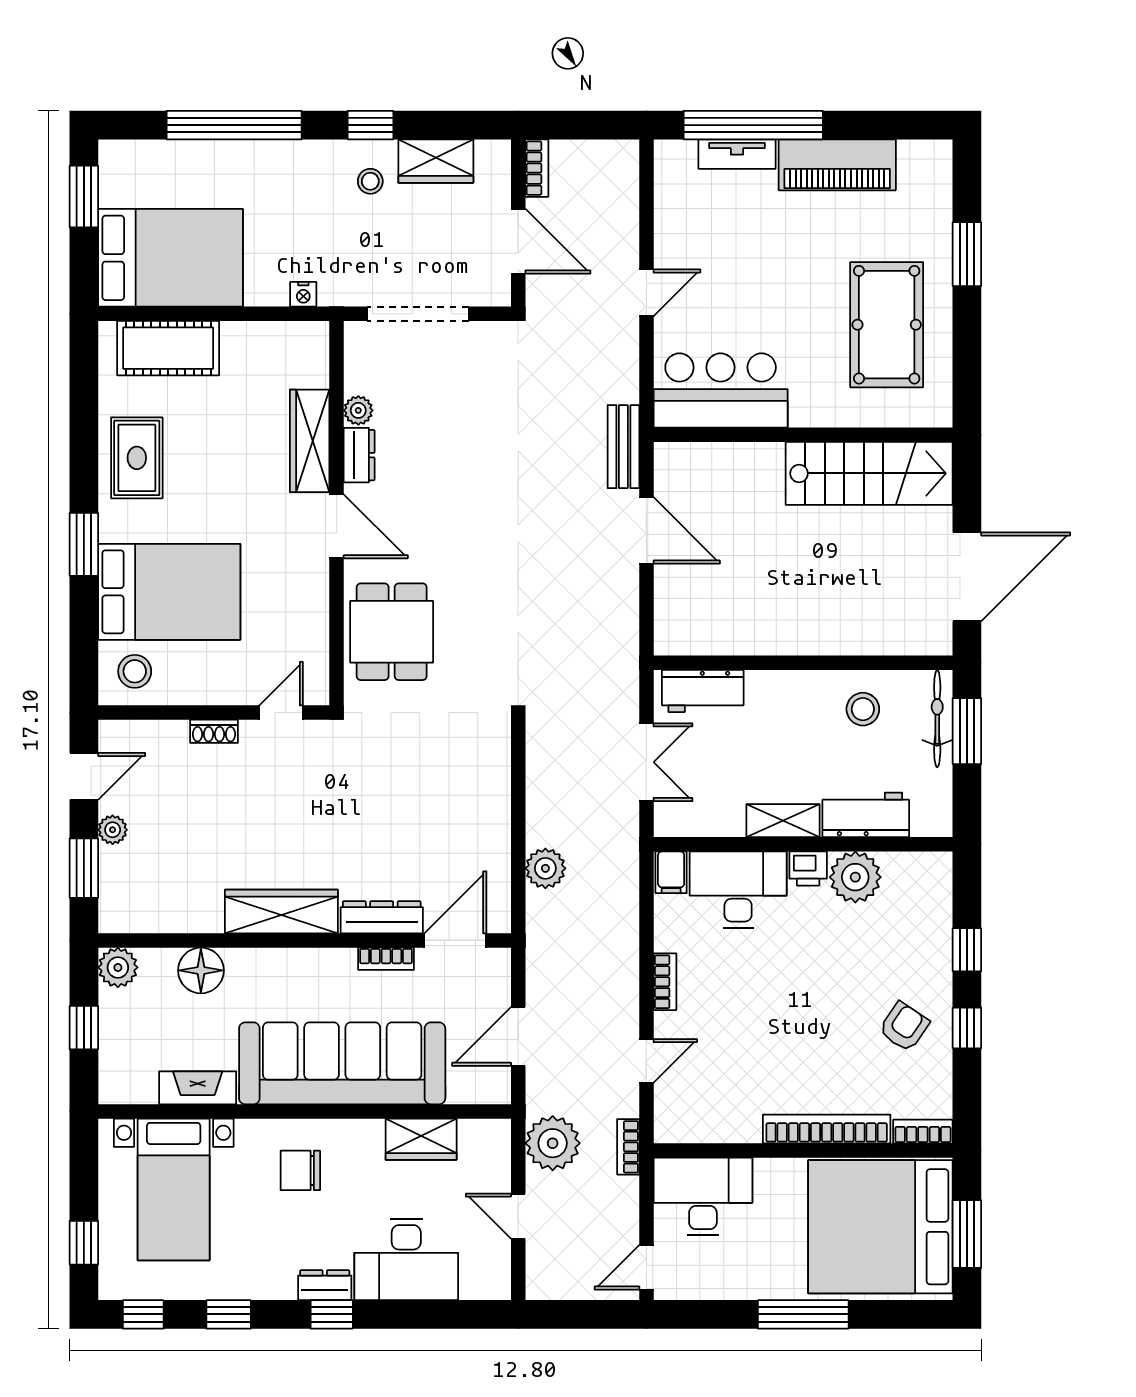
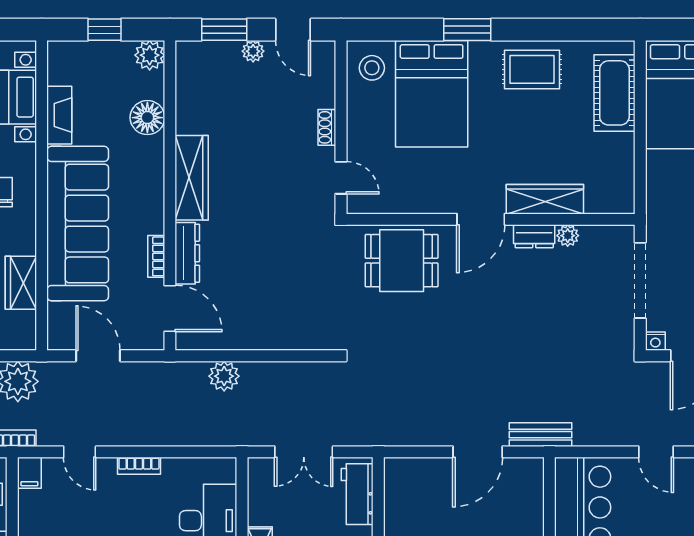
nightstand: (303, 294) -> (655, 341), moved, turned -90
filing cabinet: (671, 872) -> (29, 473), moved, turned -90

